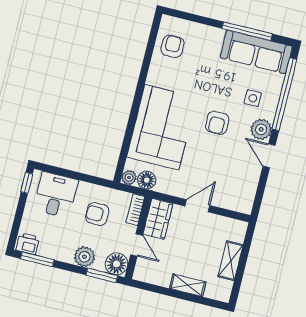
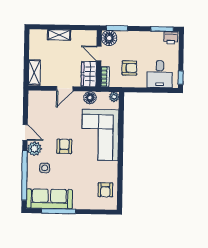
floor lamp: (147, 180) -> (90, 98), moved
plant: (84, 257) -> (131, 38), removed
shelving: (231, 261) -> (34, 73), moved

